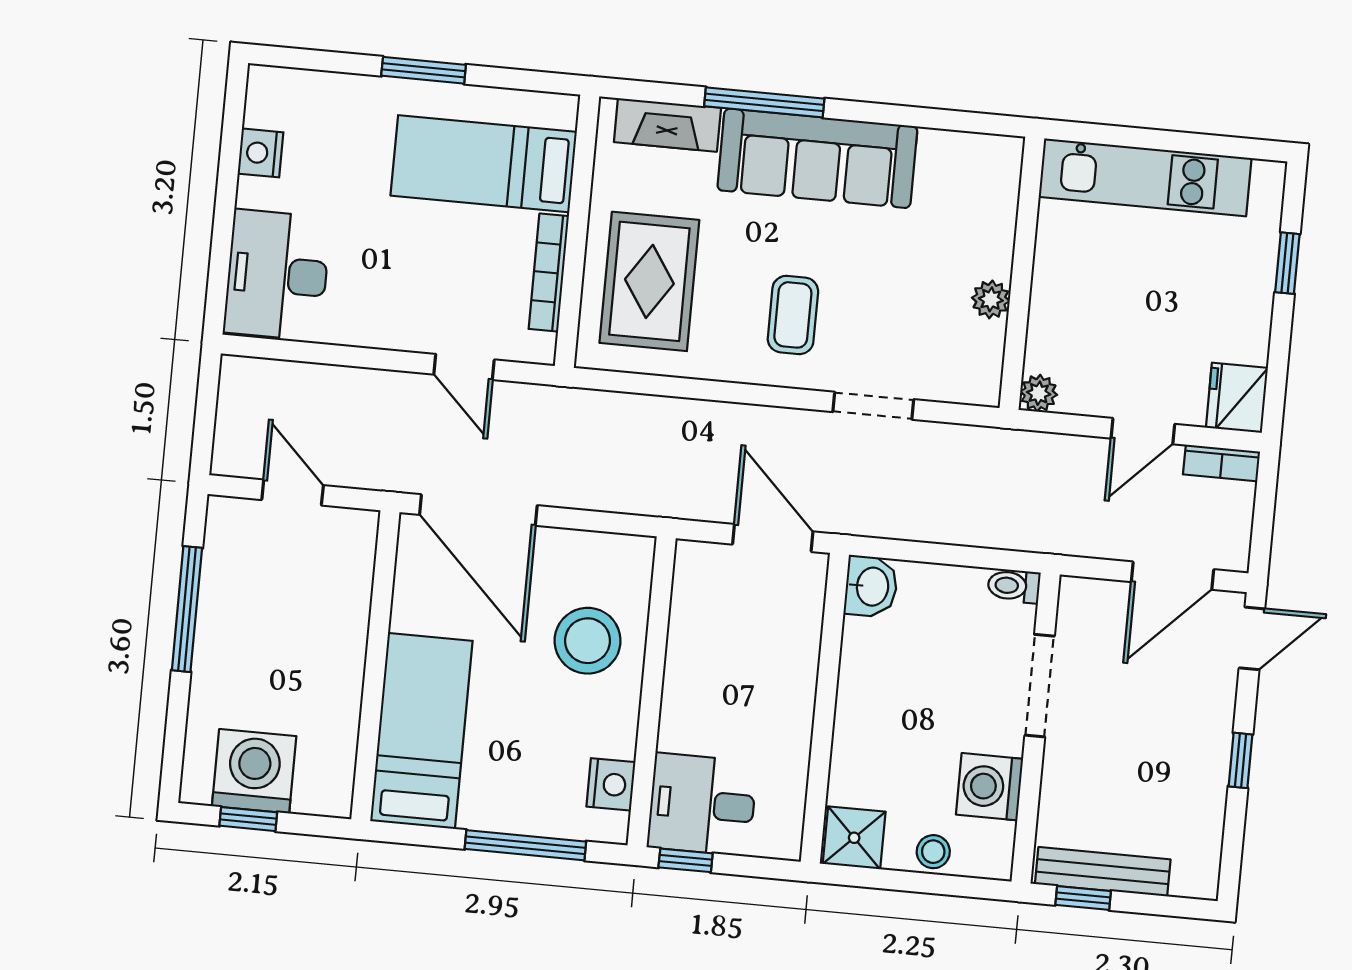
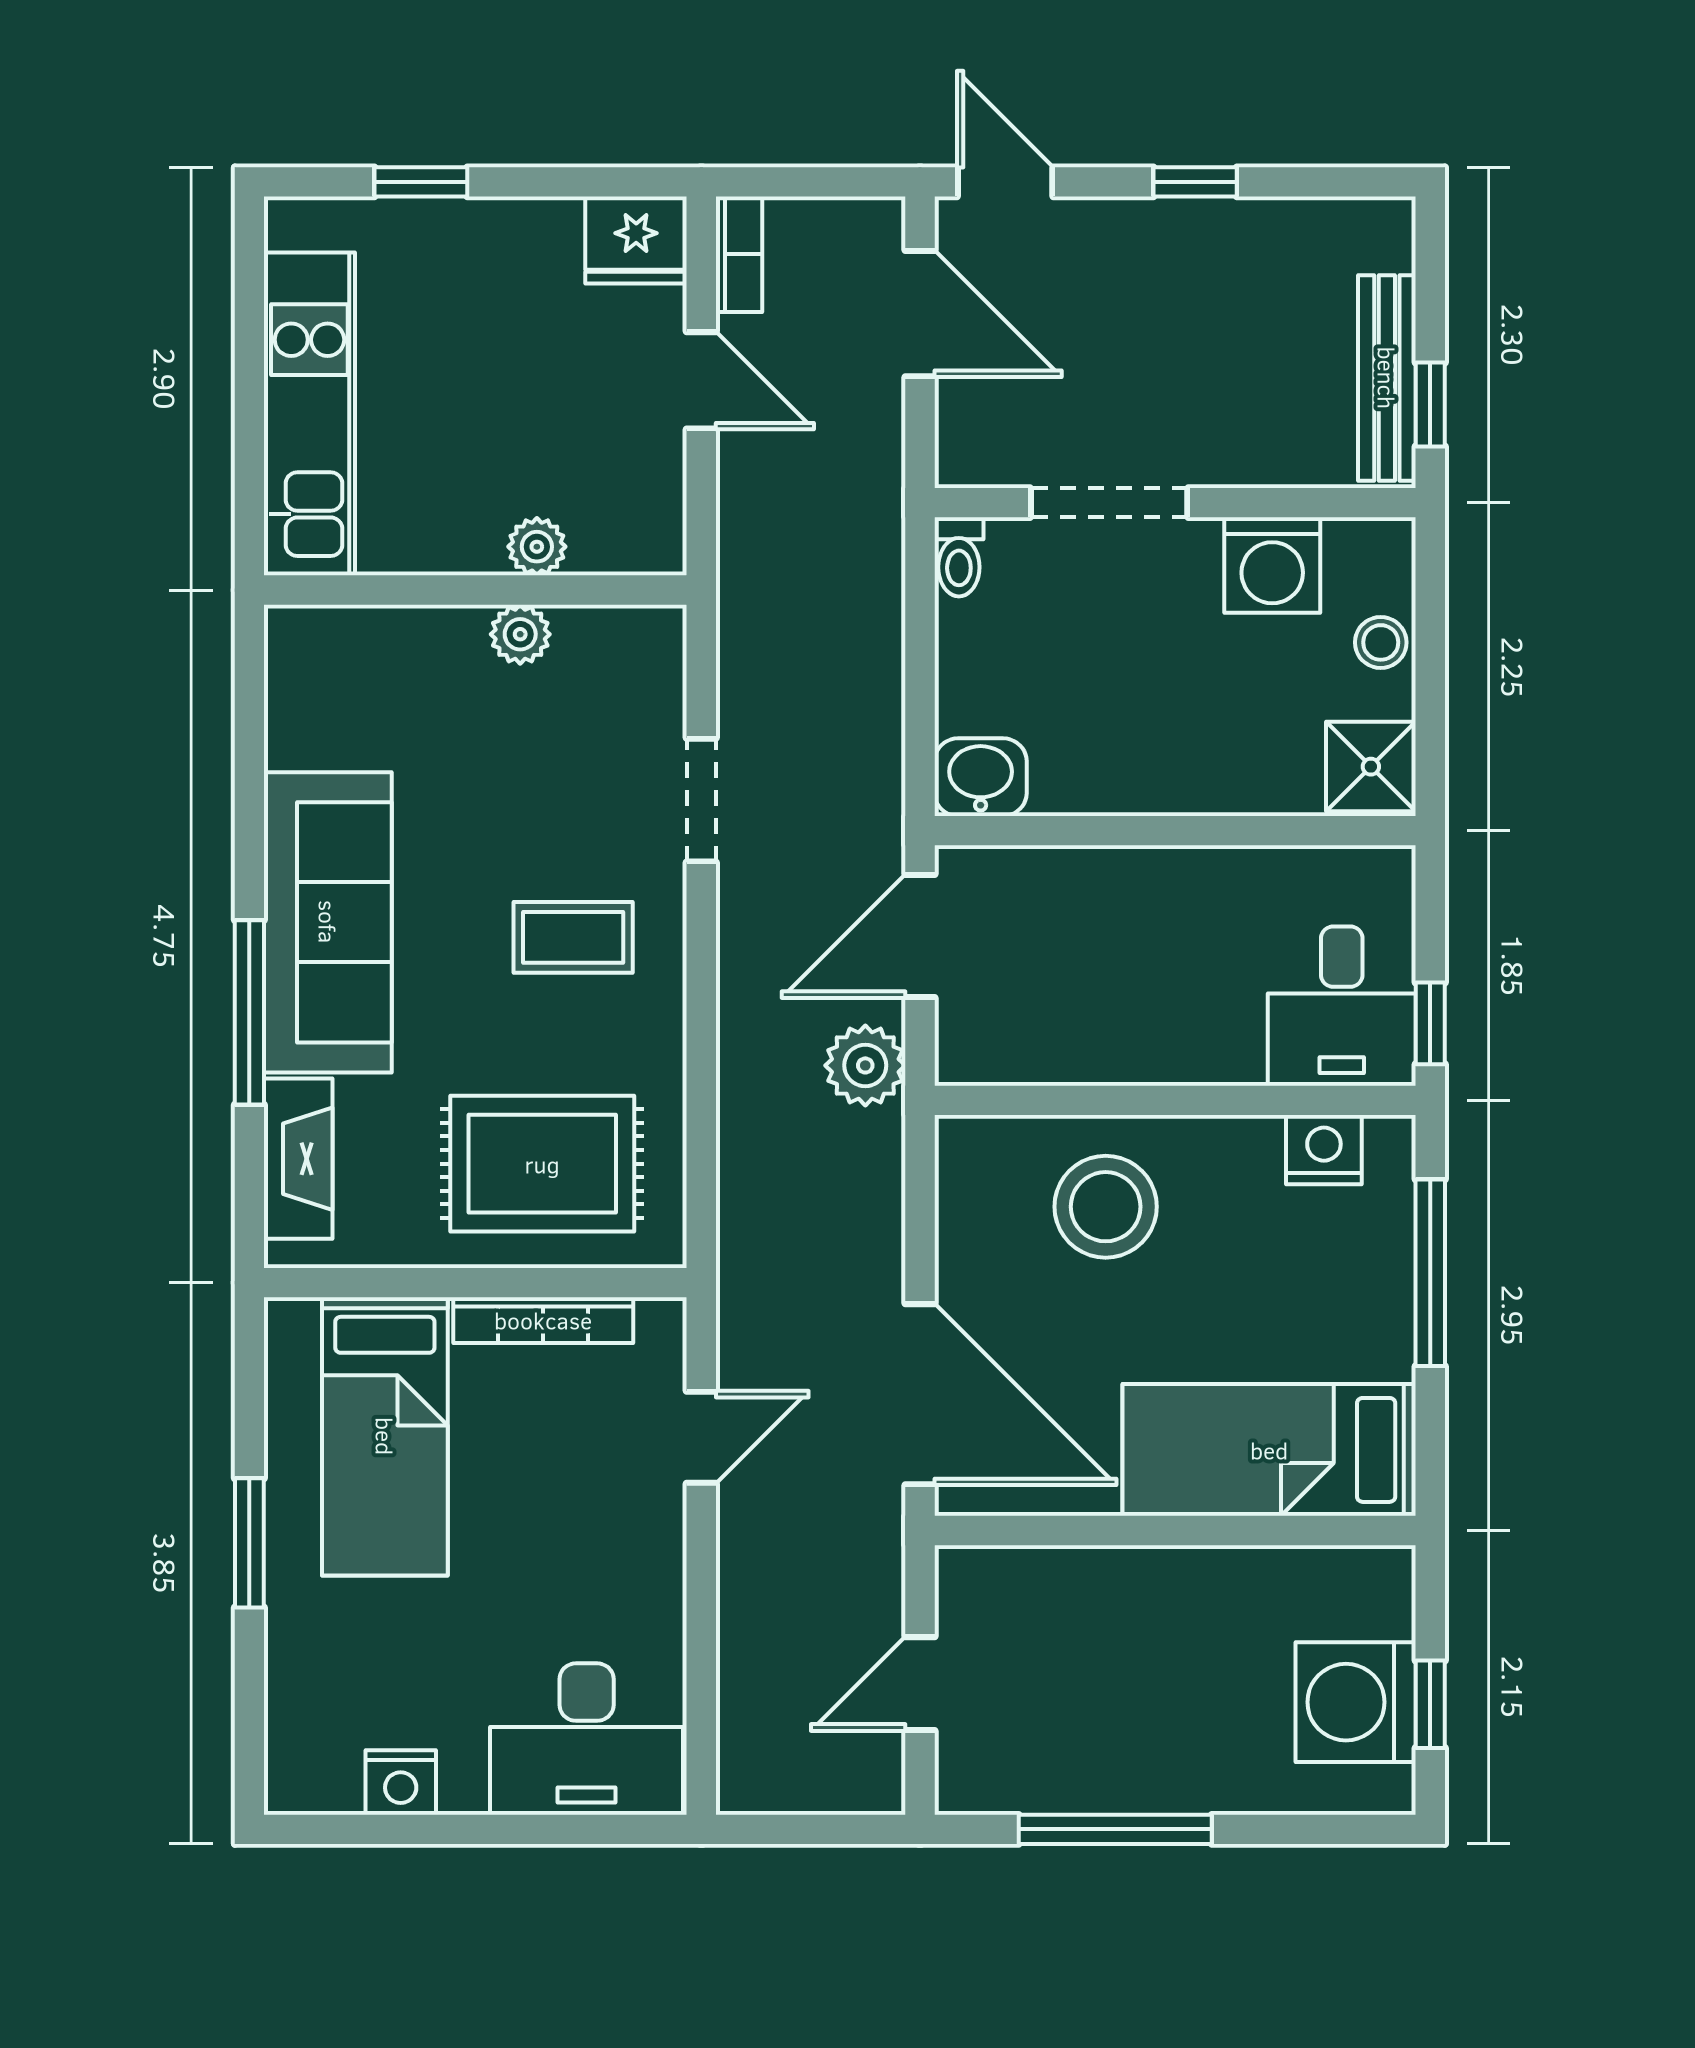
plant: (1039, 393) -> (537, 547), moved
plant: (693, 495) -> (865, 1065), added
door: (478, 510) -> (920, 1394), hinge flipped

